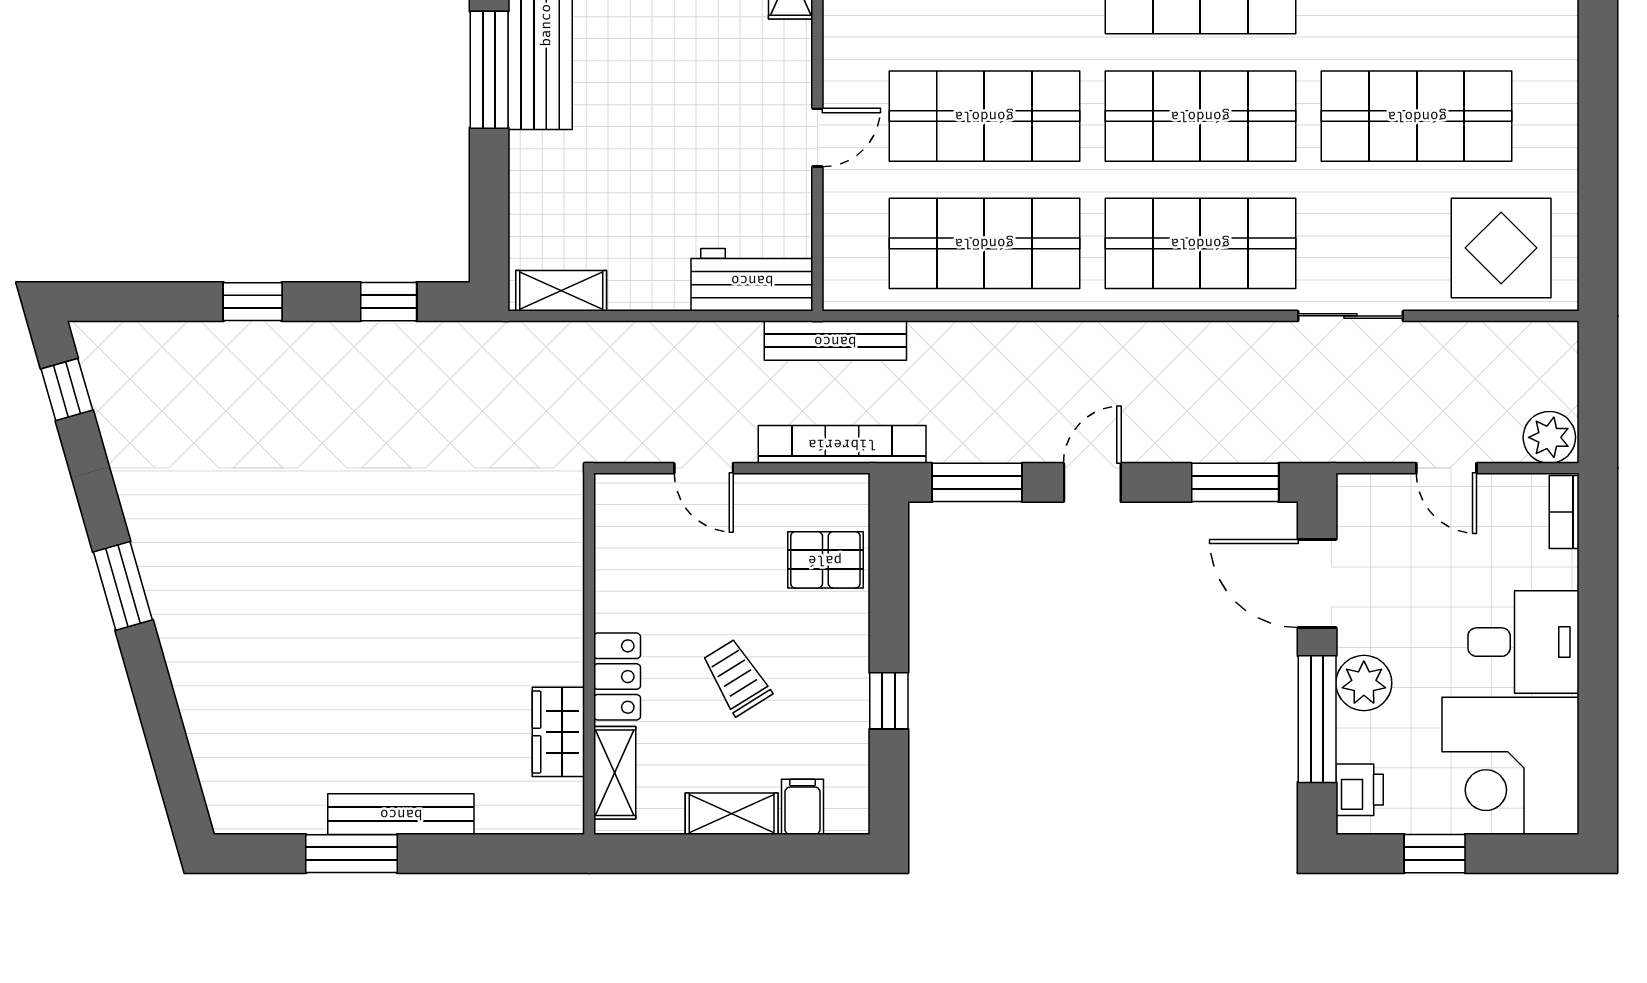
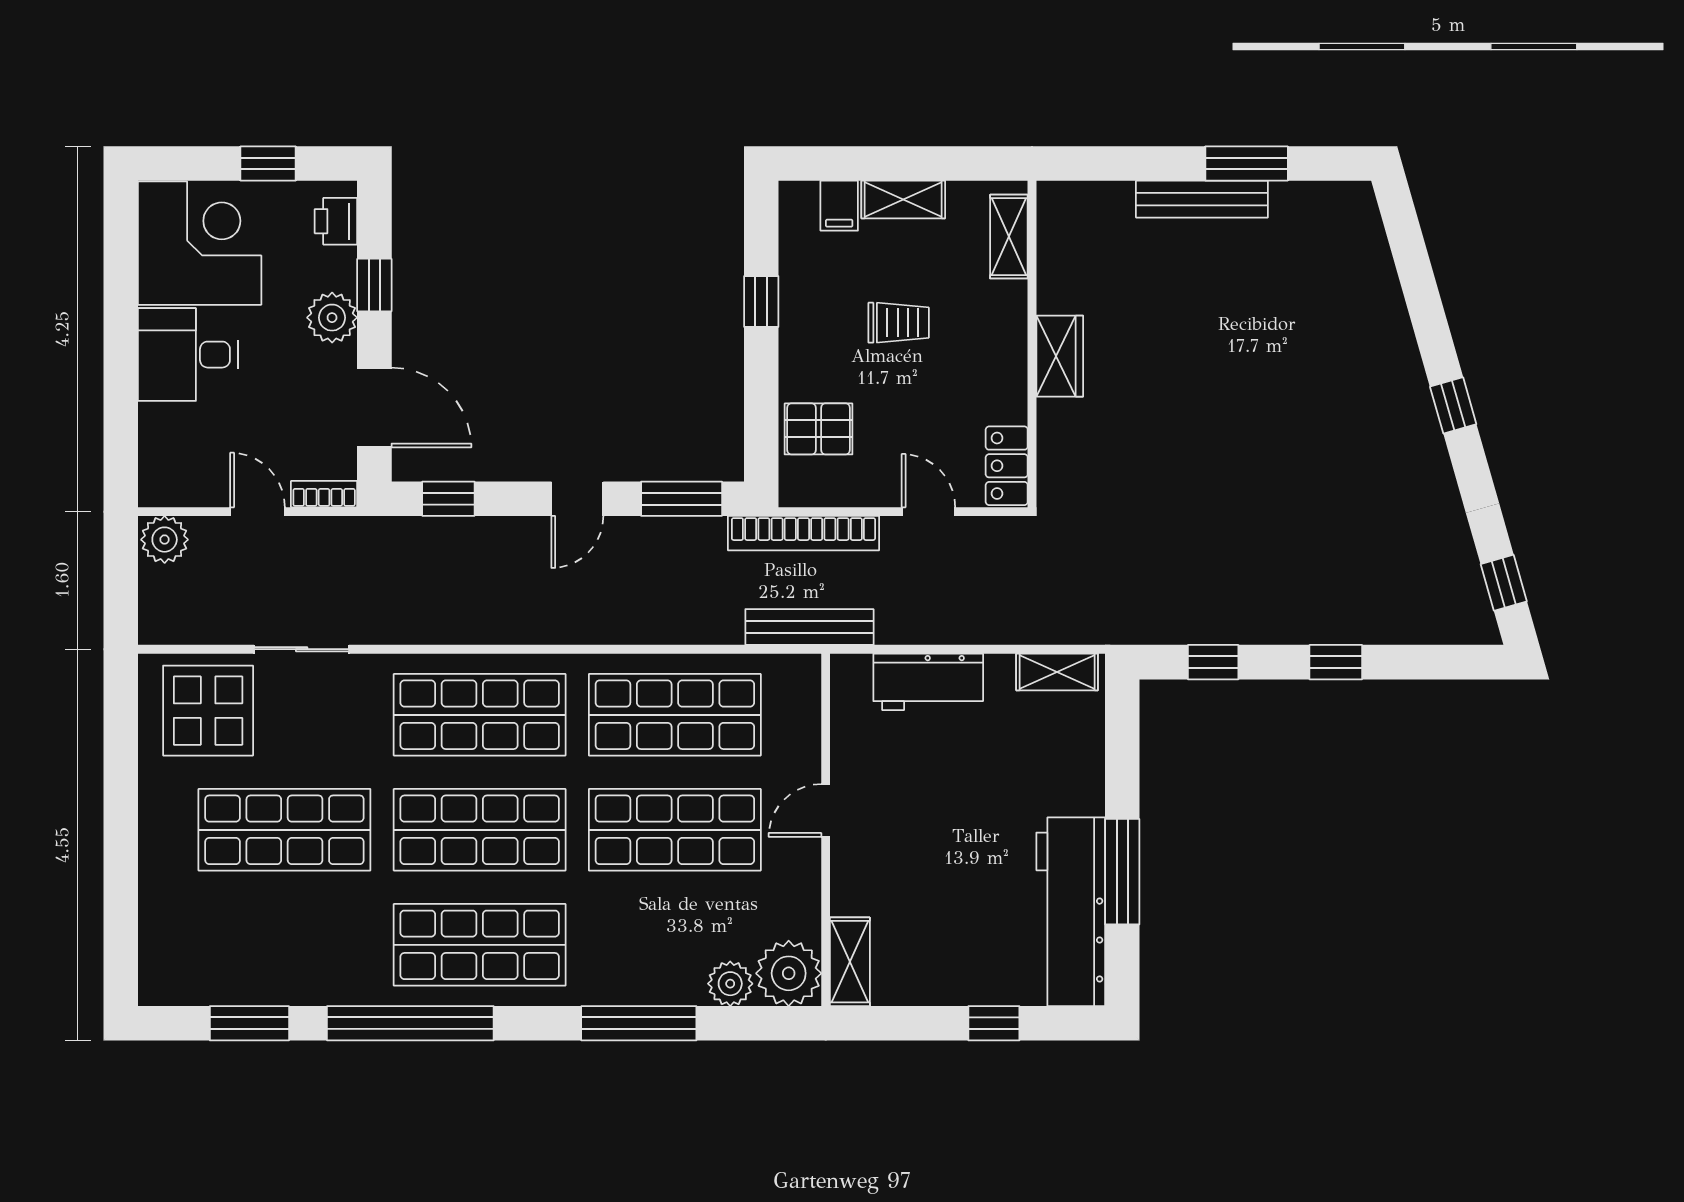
workbench: (752, 280) -> (928, 682), moved
sliding door: (1351, 316) -> (302, 649), moved
window: (1235, 482) -> (448, 499), width x0.67
bookcase: (1564, 512) -> (324, 494), moved, turned -90
window: (123, 586) -> (1453, 405), width x0.67
locker: (617, 677) -> (1007, 466), moved
trolley: (737, 677) -> (899, 323), turned -58
window: (1317, 719) -> (374, 285), width x0.46
wardrobe: (558, 732) -> (1060, 356), moved

